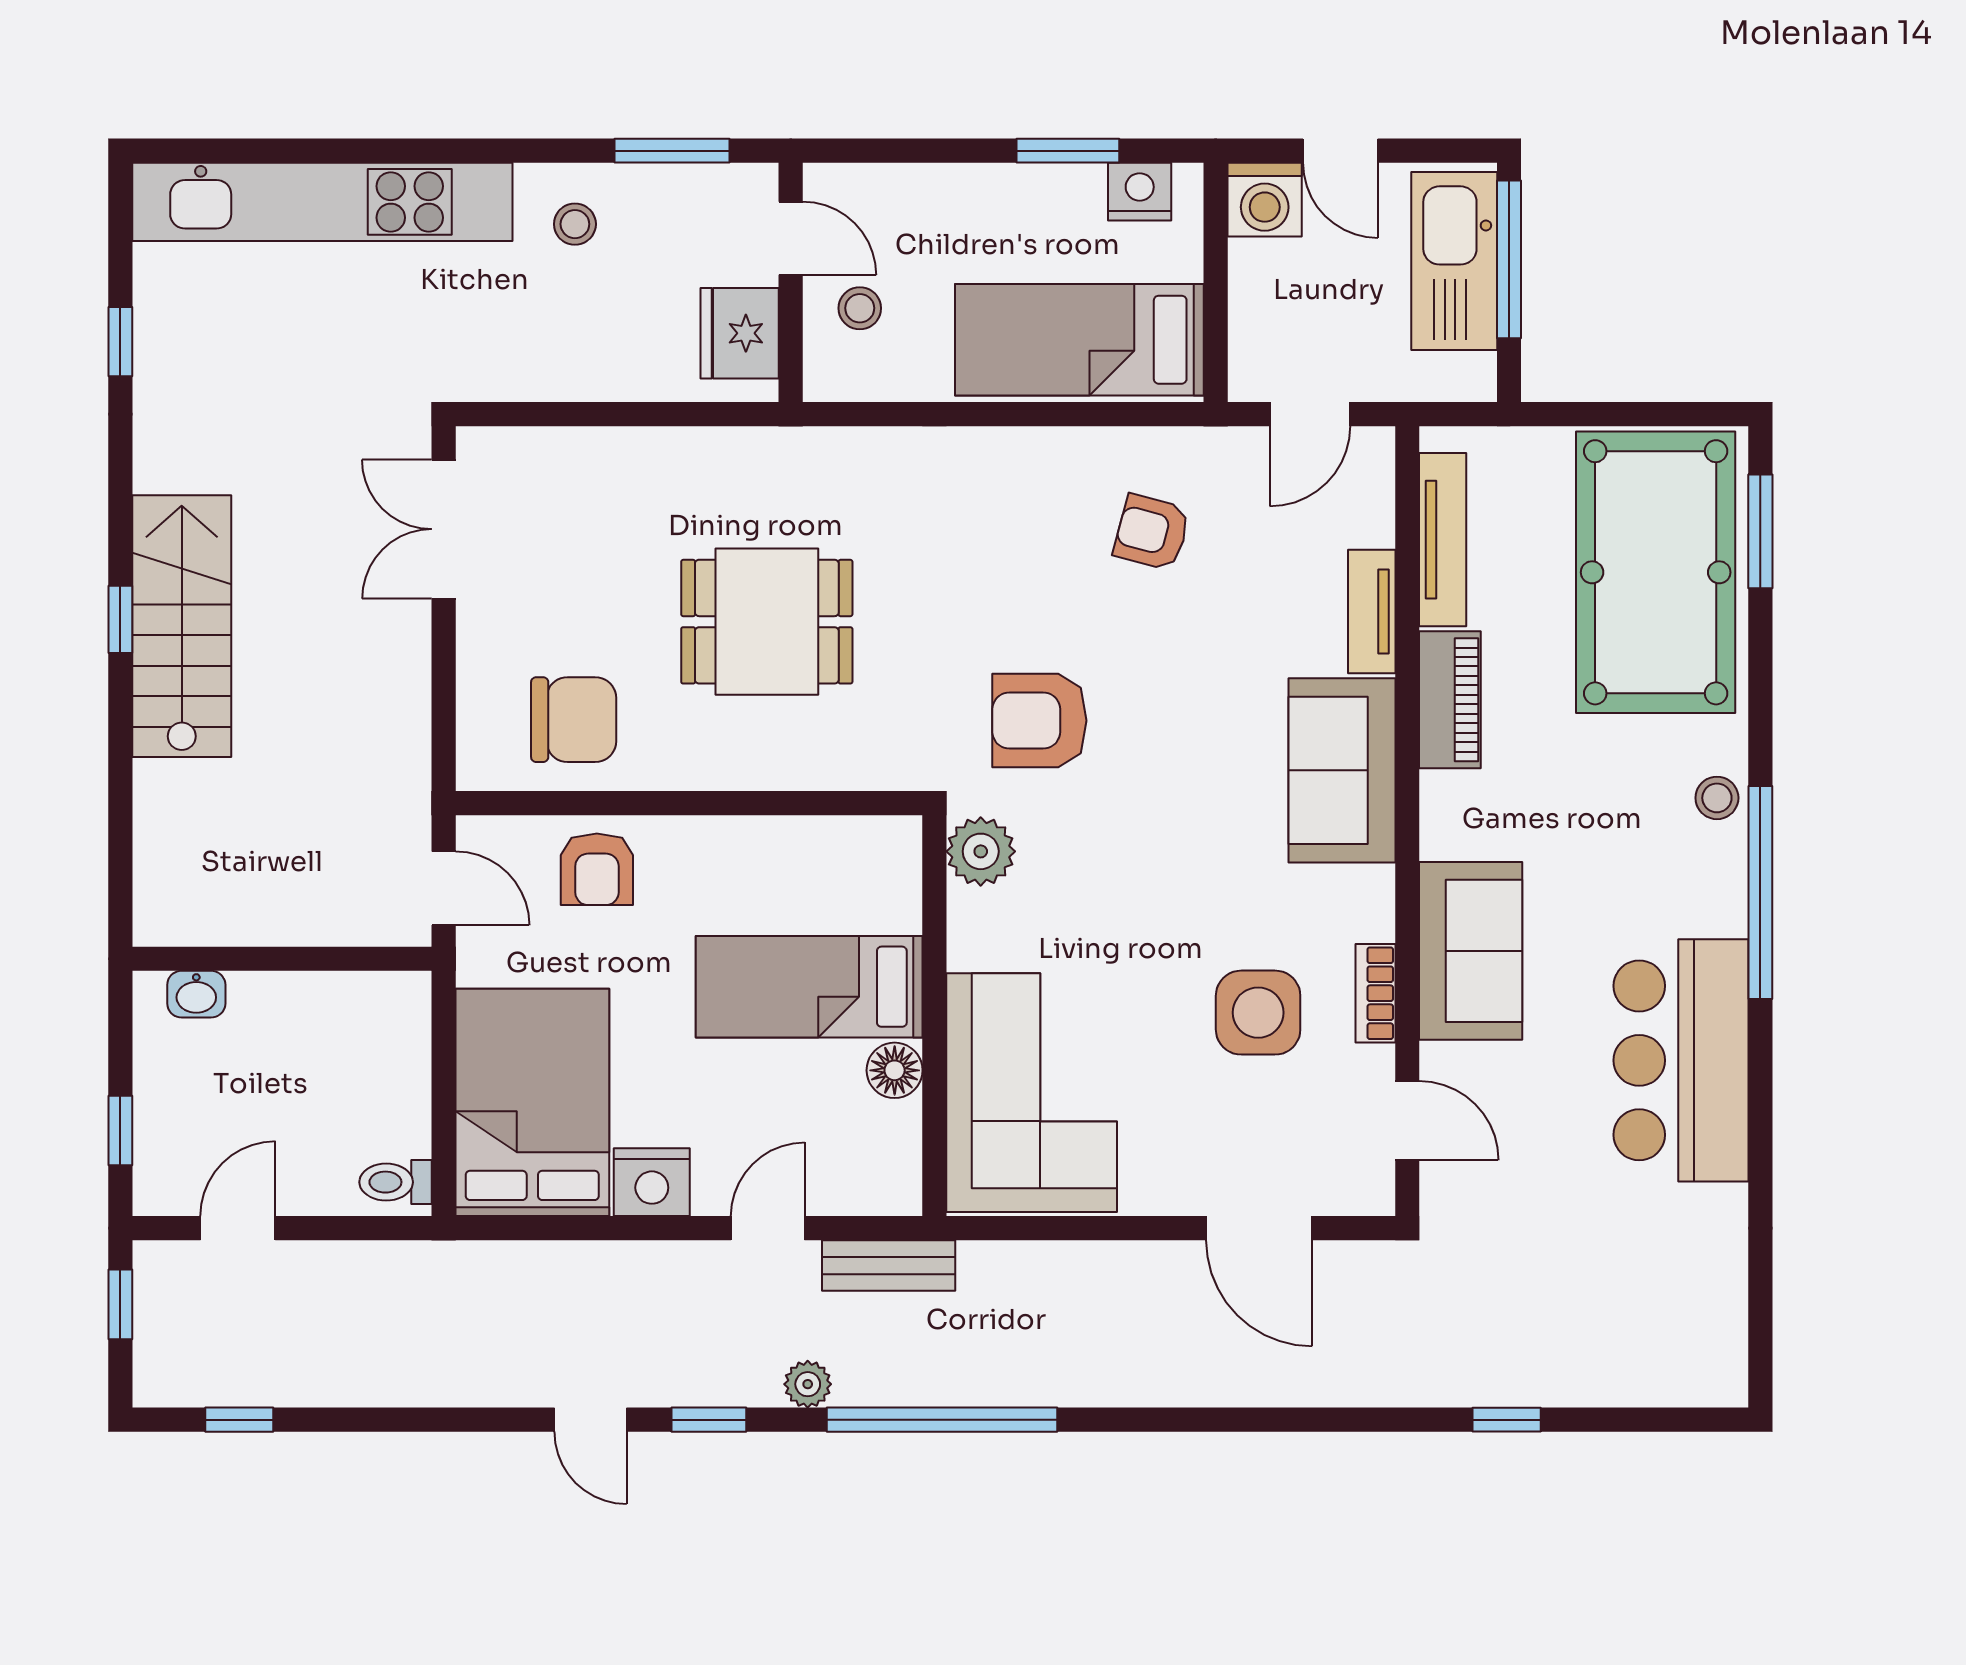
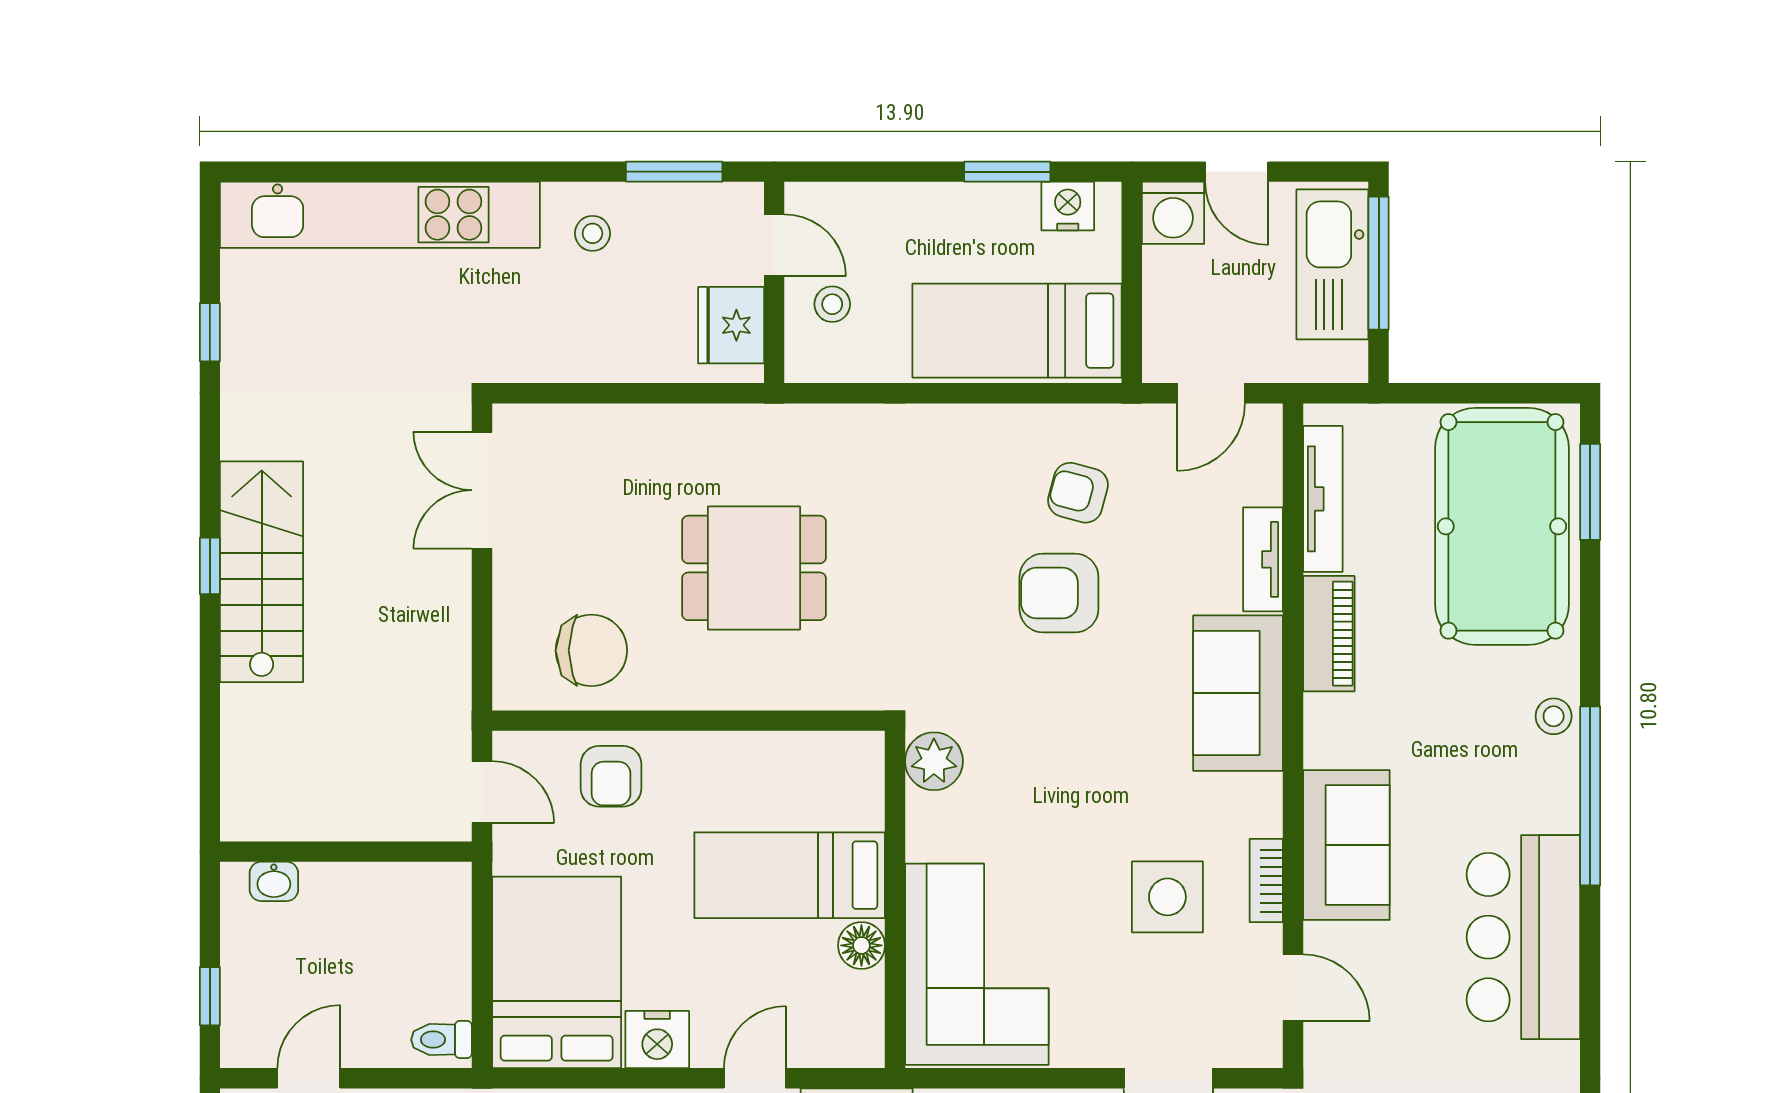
armchair: (1039, 721) -> (1059, 593), moved

